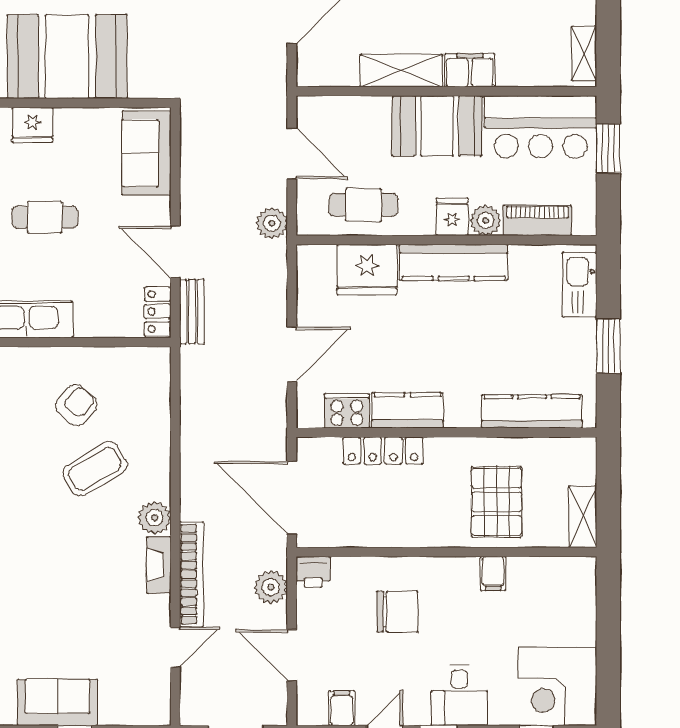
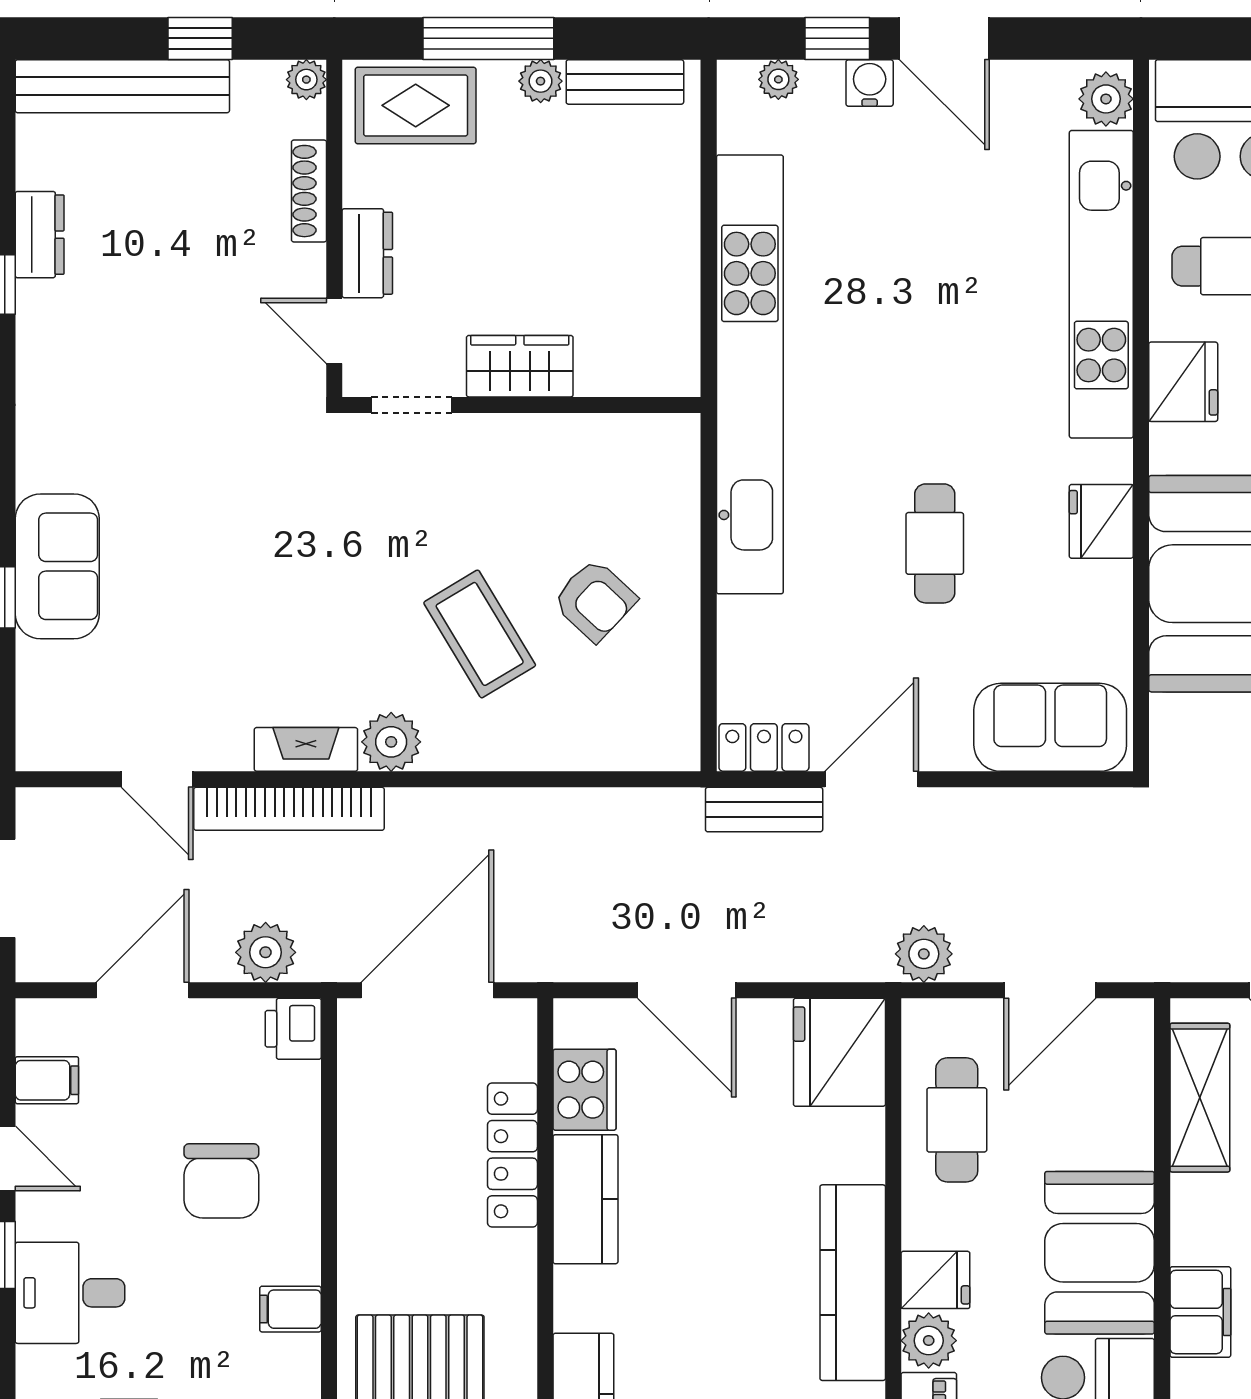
shelving: (401, 71) -> (1200, 1098), moved
fridge: (367, 270) -> (839, 1052), moved
filing cabinet: (493, 573) -> (290, 1309), moved

